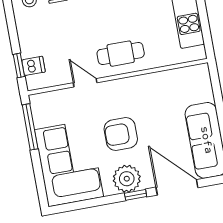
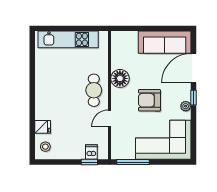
floor lamp: (144, 87) -> (120, 78), added
armchair: (121, 134) -> (149, 100), turned 90
plant: (127, 179) -> (186, 106), width x0.53, depth x0.53

